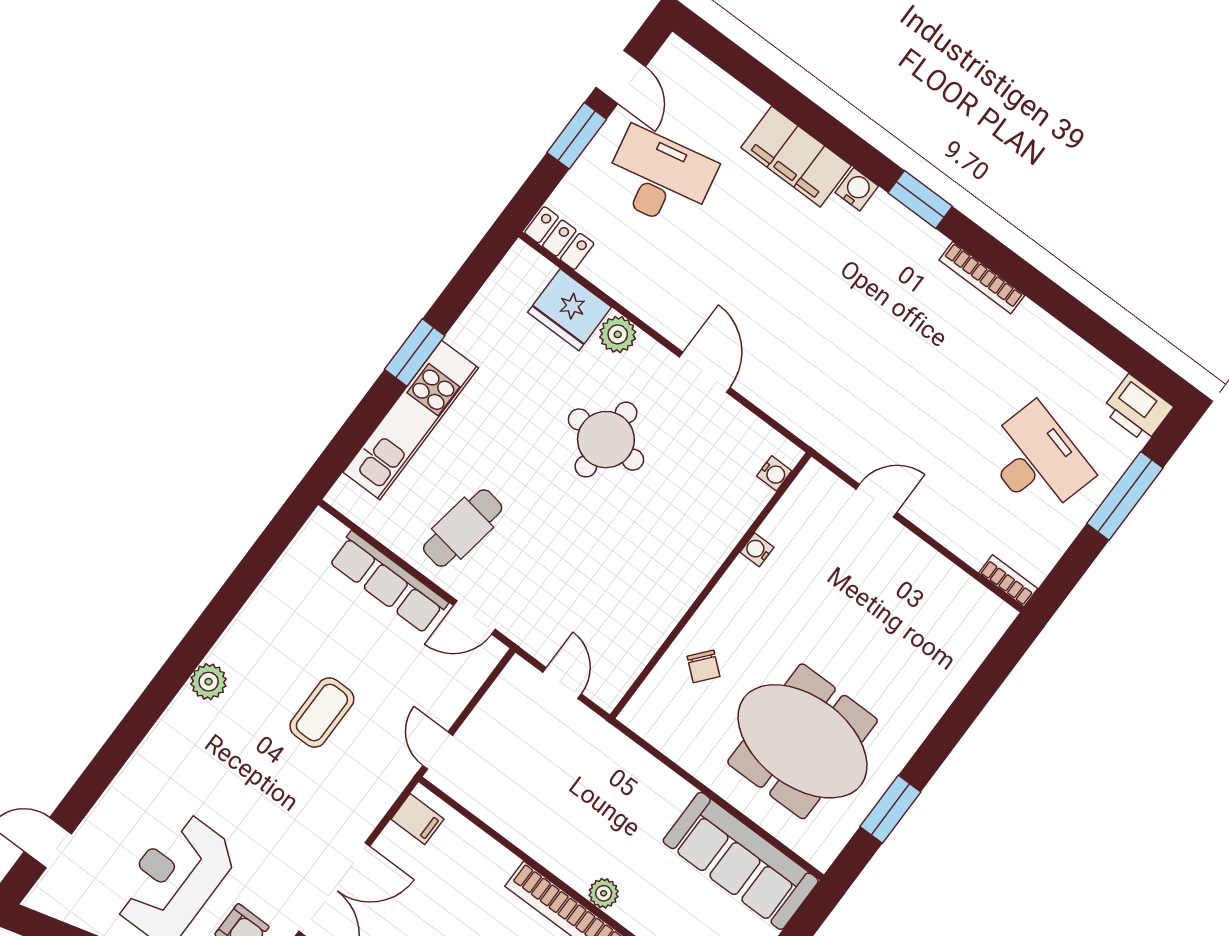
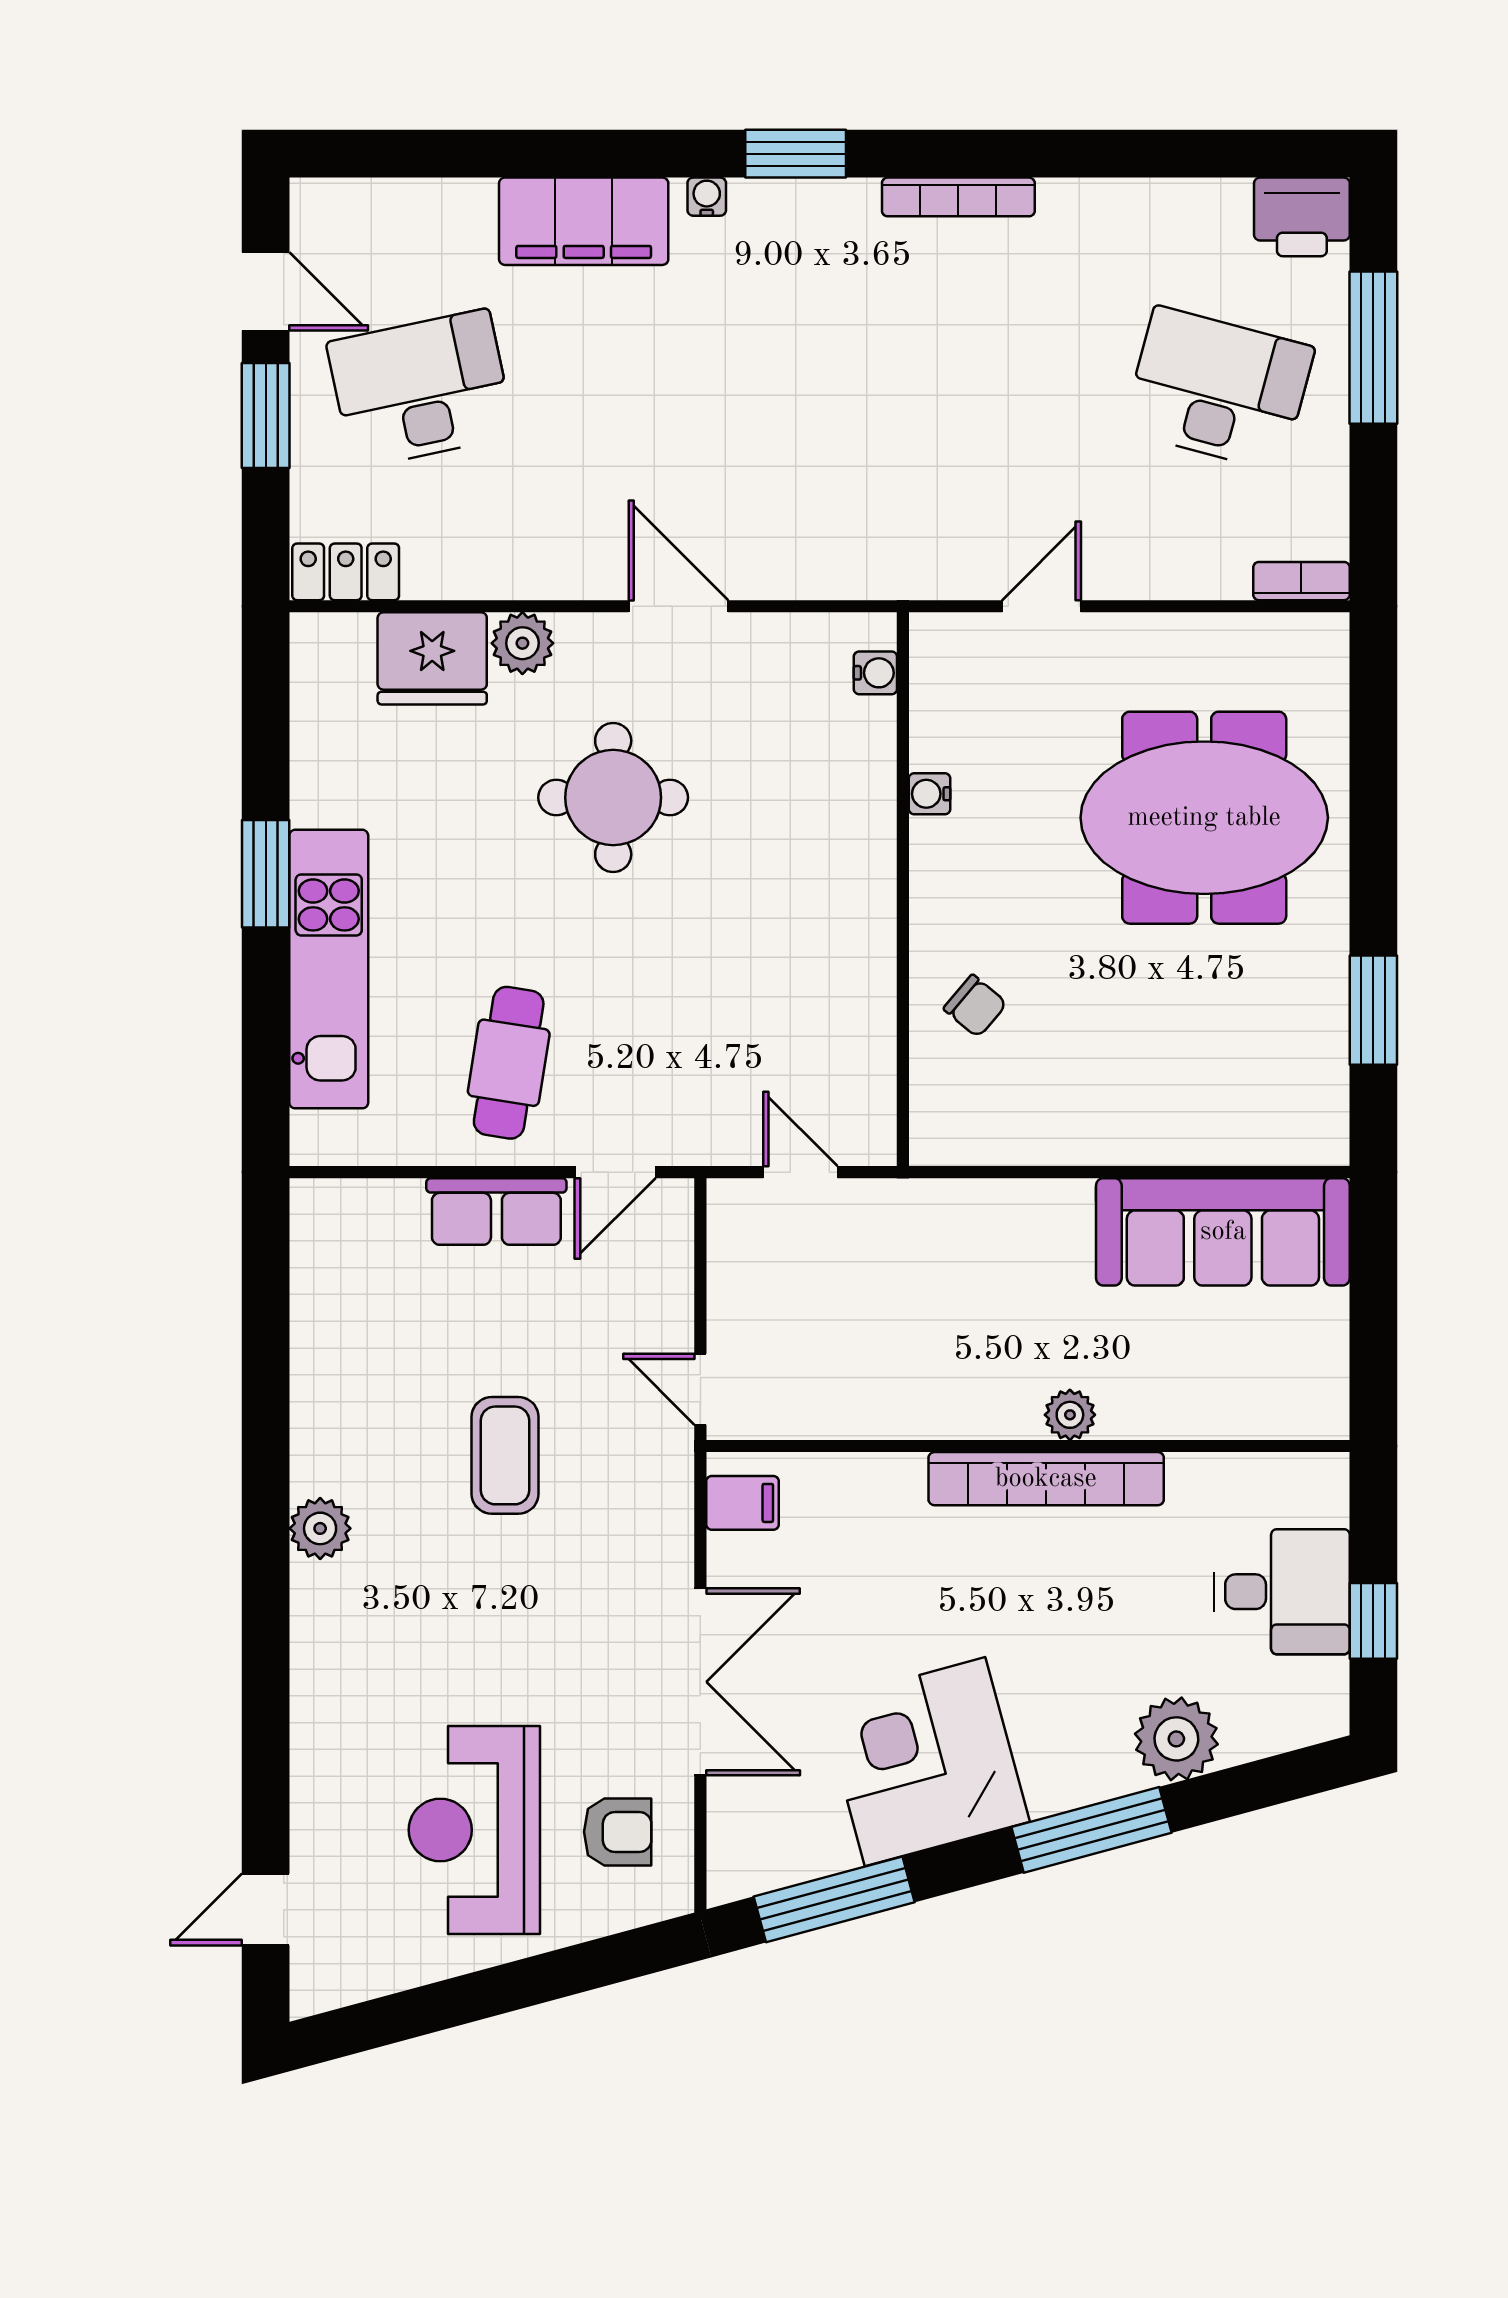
water cooler: (857, 189) -> (707, 197), width x0.72, depth x0.72
row of seats: (388, 582) -> (496, 1211), width x0.68
meeting table: (803, 741) -> (1204, 818), moved

